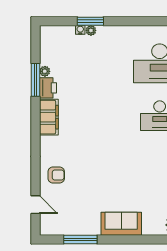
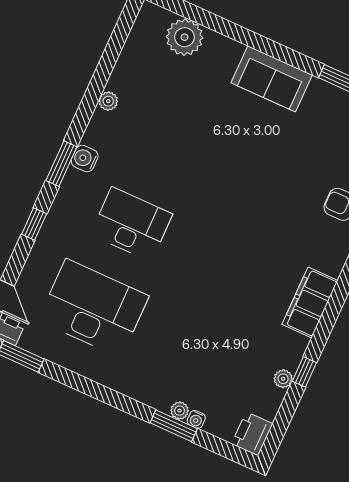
window: (35, 80) -> (304, 372), width x0.46
printer: (48, 88) -> (252, 434), moved

